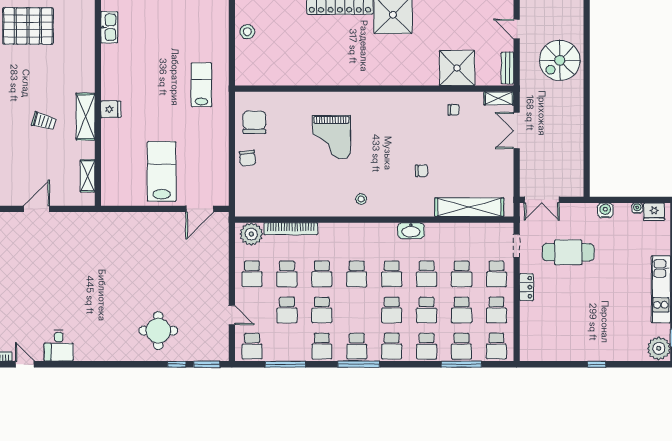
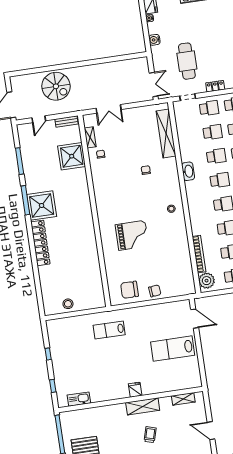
shelving: (499, 98) -> (90, 137), moved

